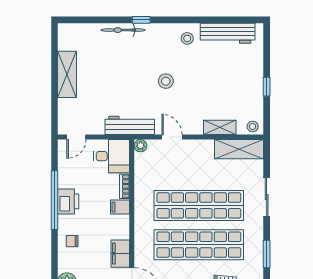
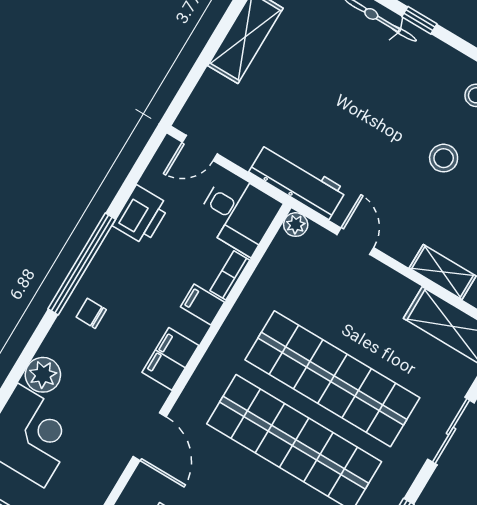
stool: (166, 81) -> (444, 158), moved
window: (55, 200) -> (82, 264), moved
printer: (68, 201) -> (141, 215), moved
filing cabinet: (120, 254) -> (170, 359), moved

